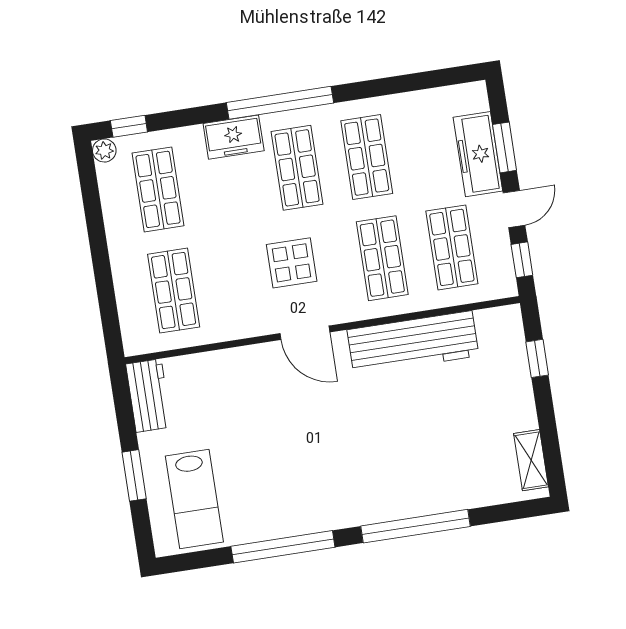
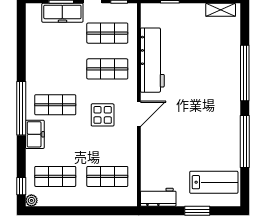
shop shelf: (367, 157) -> (55, 69), removed

